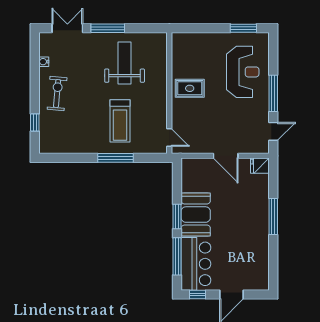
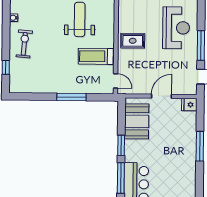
treadmill: (120, 121) -> (96, 56), moved, turned 90
door: (226, 156) -> (161, 96), swing flipped
booth: (196, 215) -> (137, 121), moved

